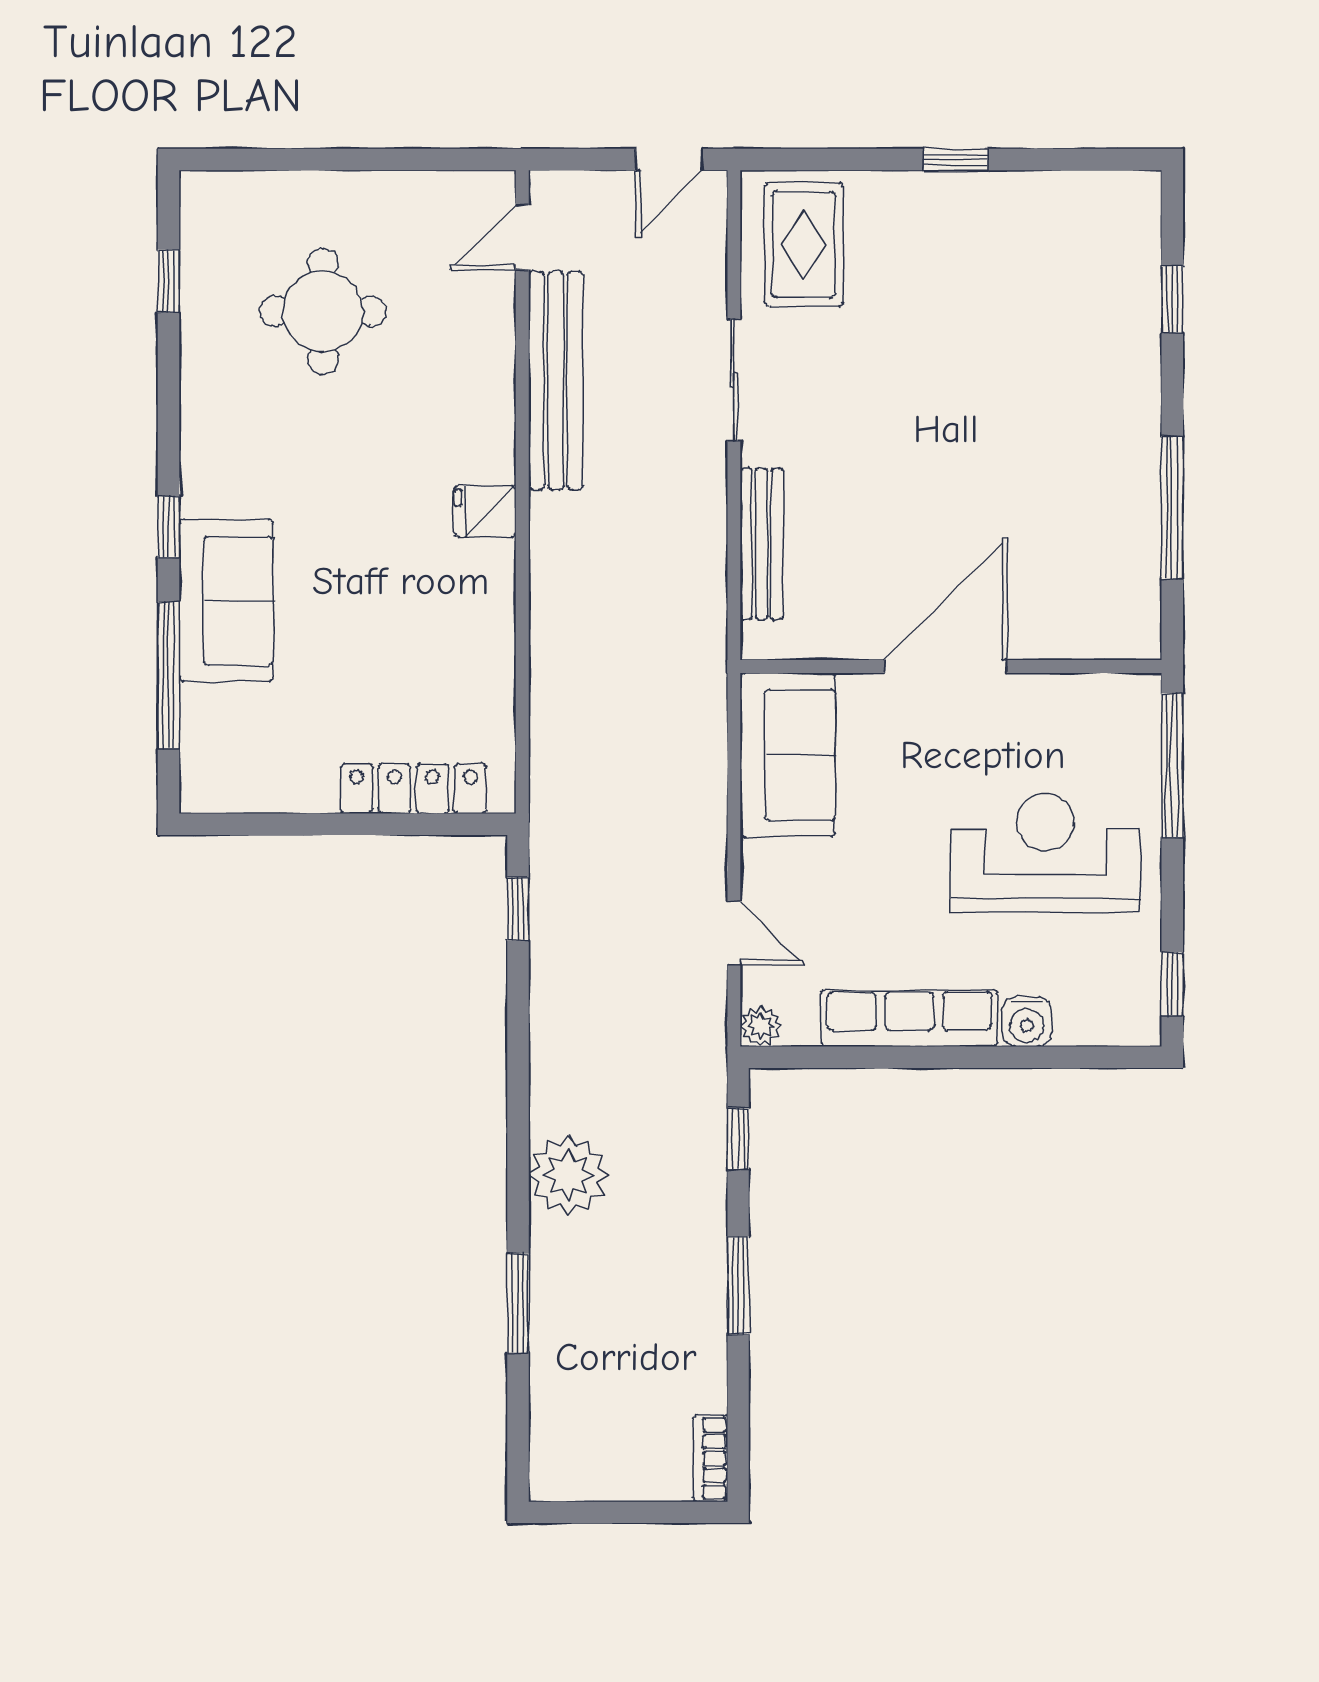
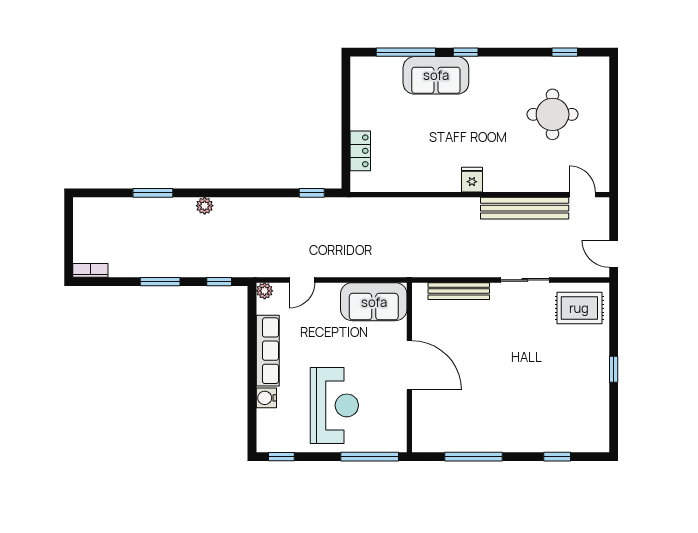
locker: (413, 789) -> (360, 151), width x0.66
plant: (568, 1175) -> (205, 206), width x0.53, depth x0.53

